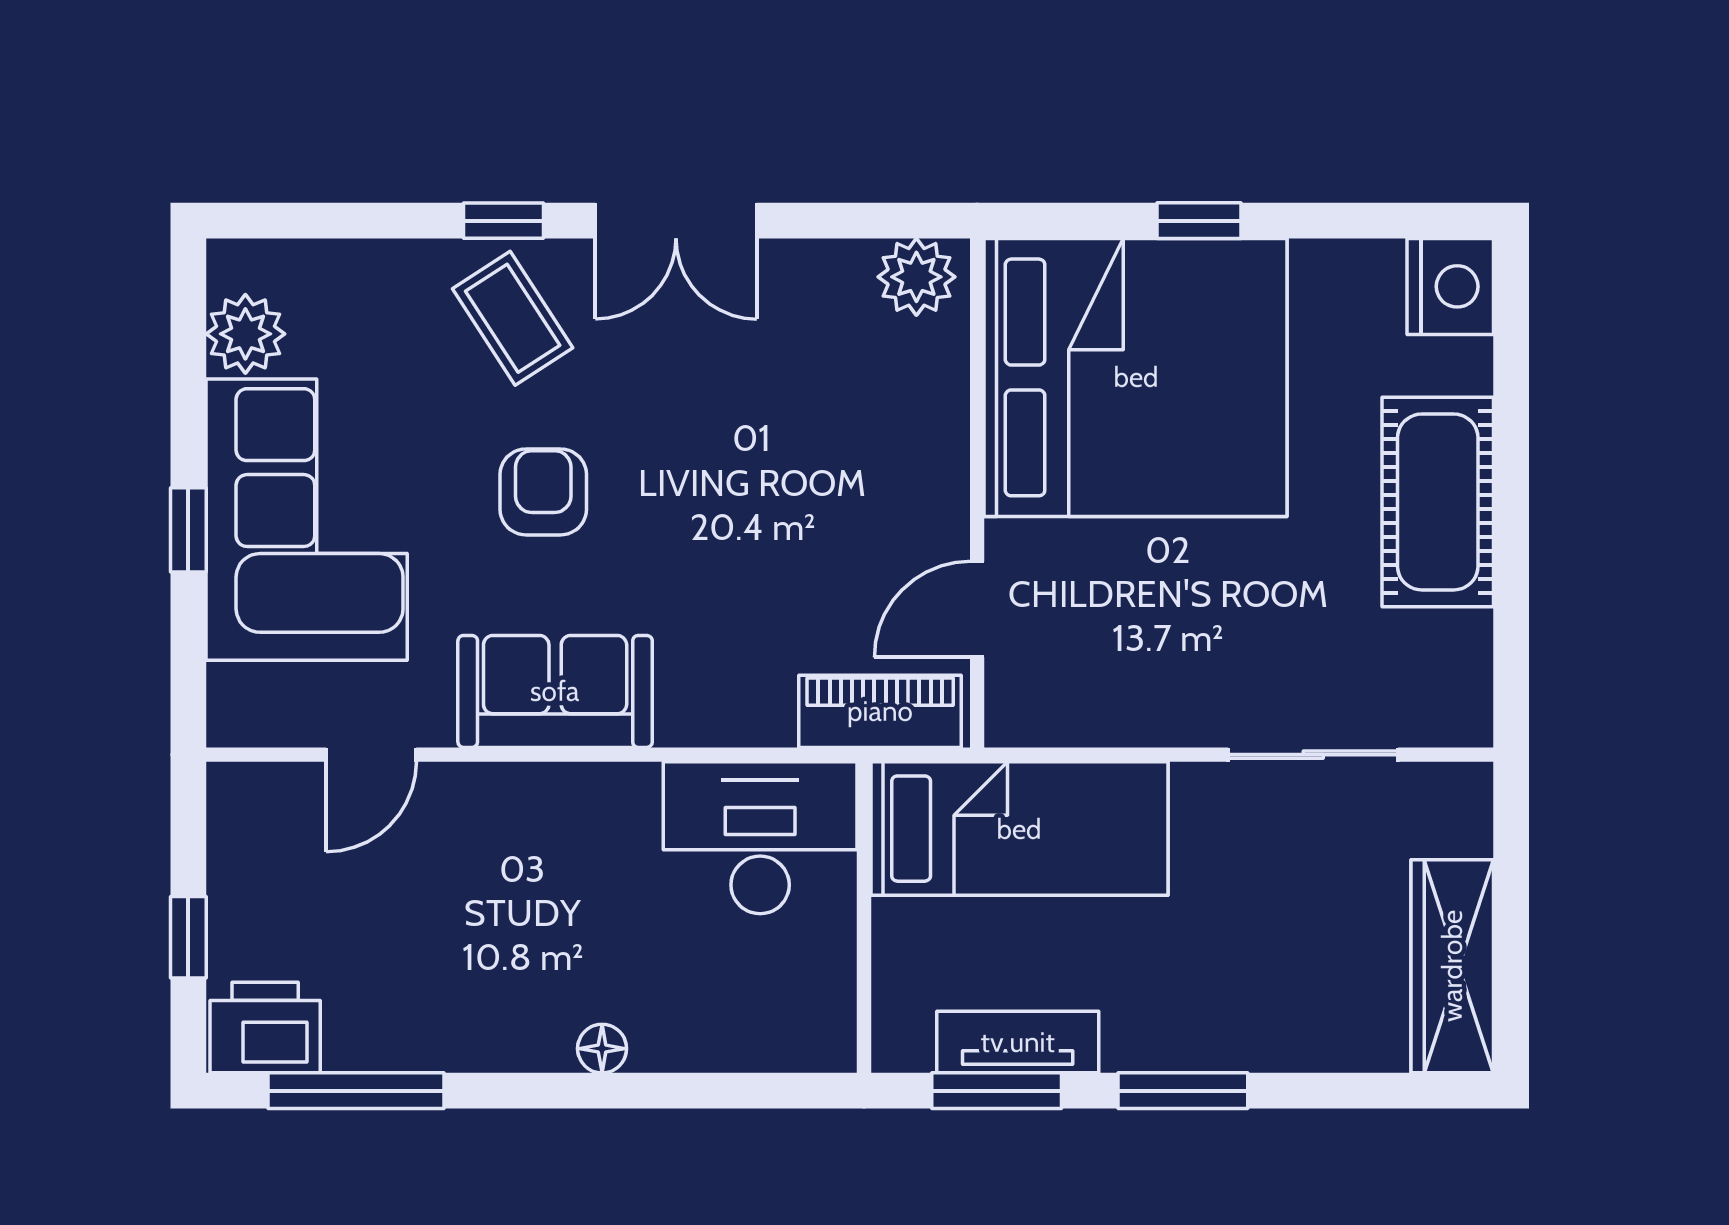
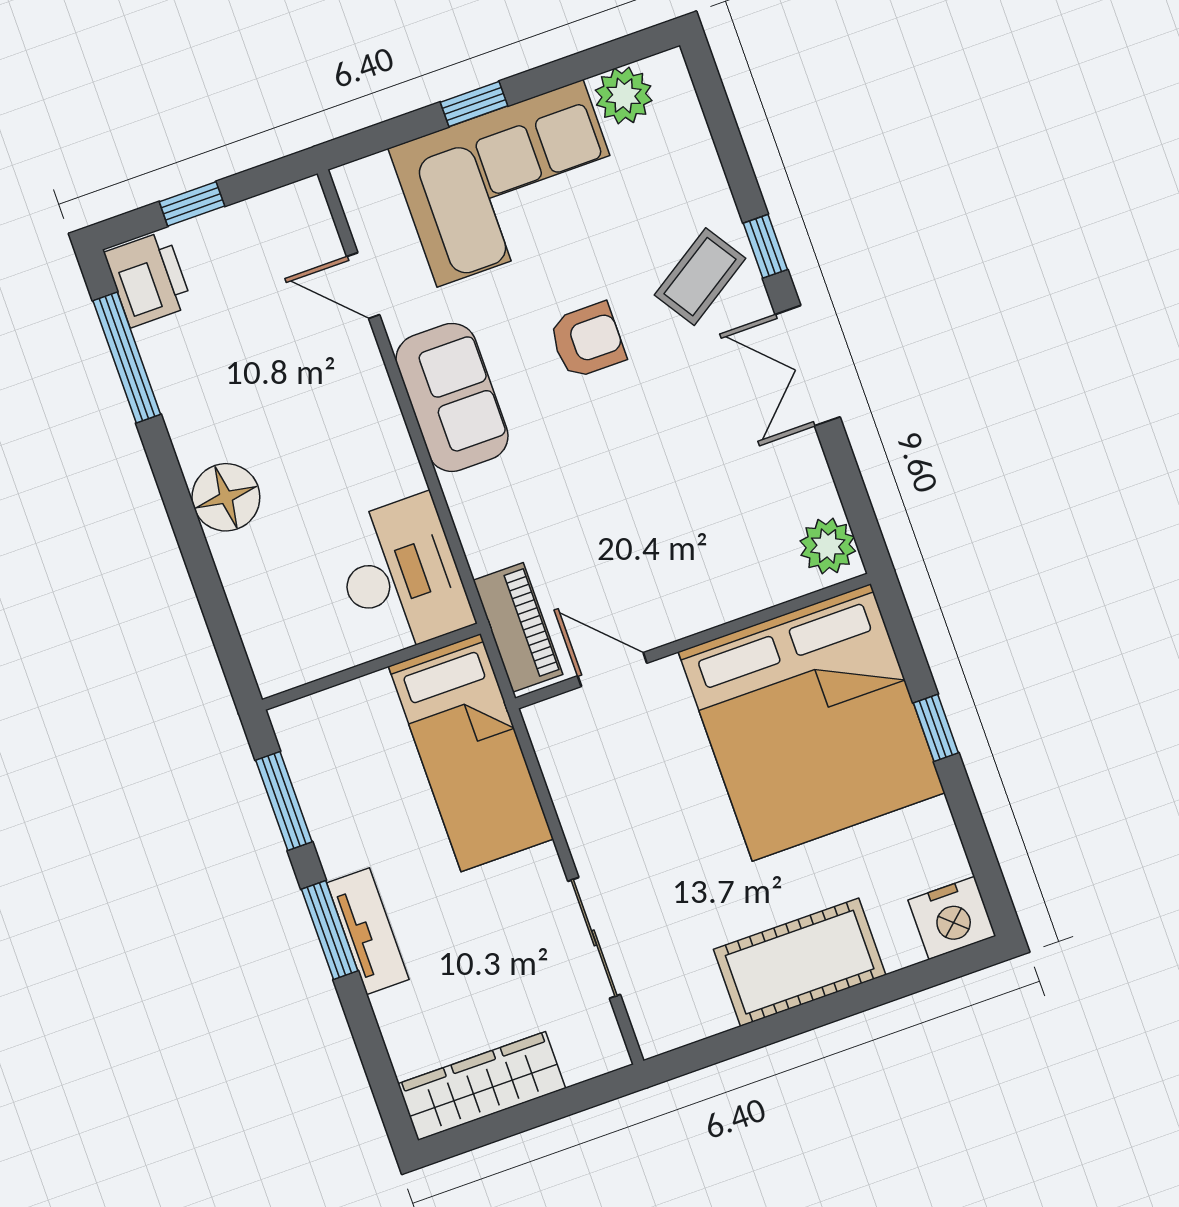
tv unit: (1018, 1042) -> (368, 931), moved
floor lamp: (602, 1049) -> (226, 497), width x1.89, depth x1.89

